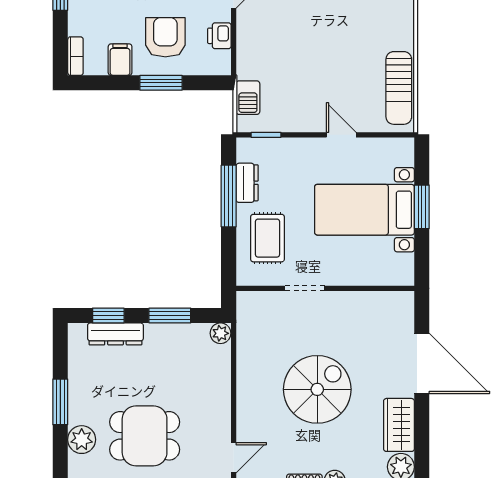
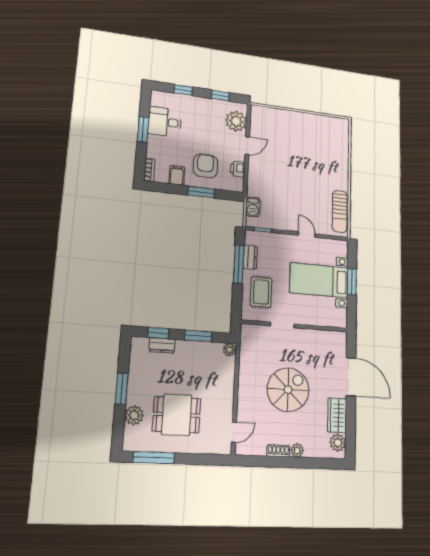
dresser: (115, 334) -> (162, 345), width x0.70

